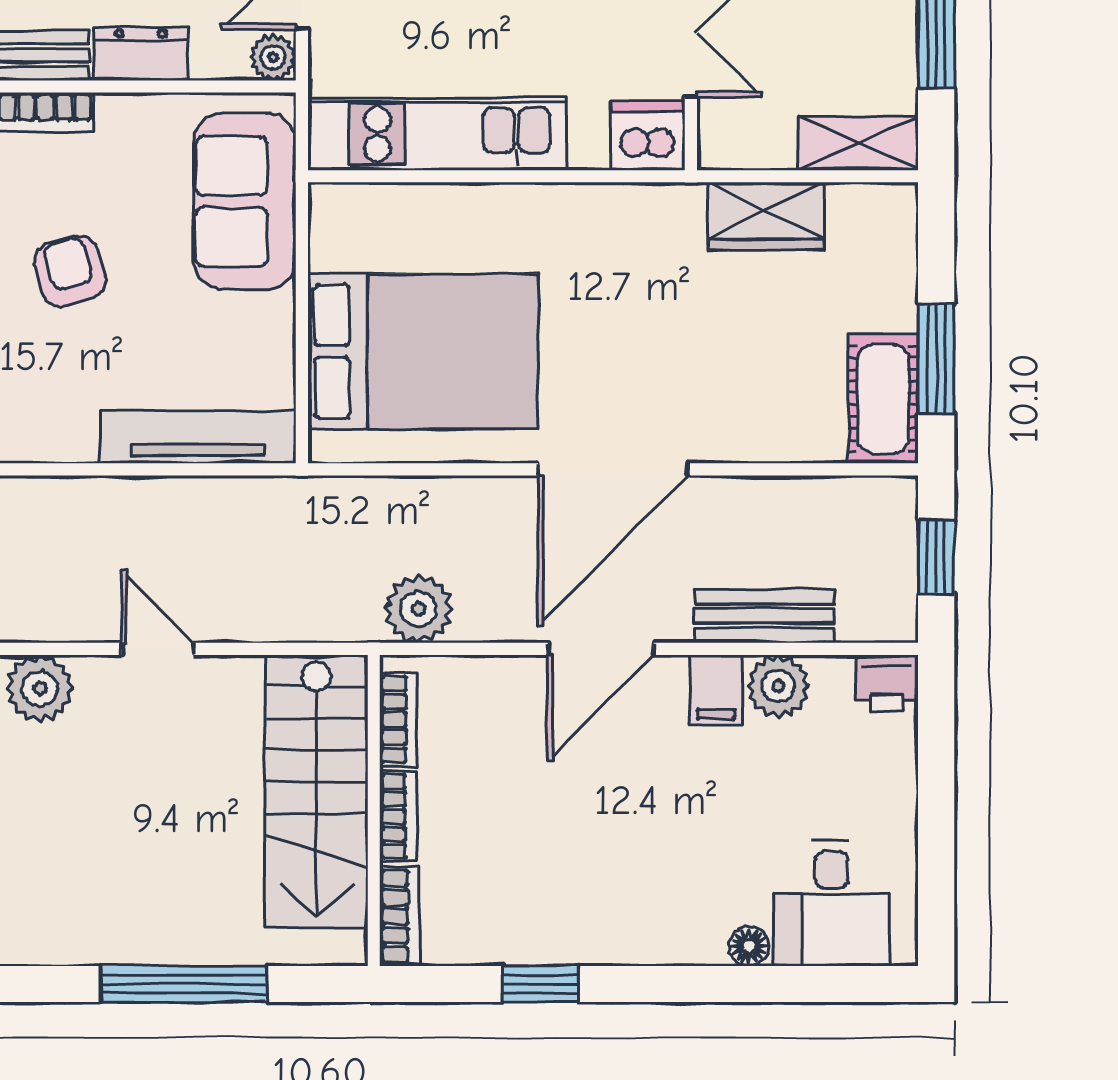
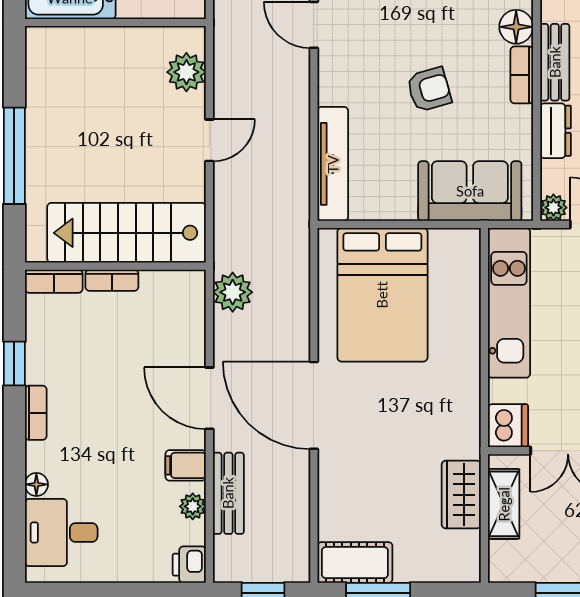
shelving: (858, 143) -> (504, 504), moved
plant: (778, 686) -> (193, 506), width x0.73, depth x0.73
bookcase: (398, 719) -> (36, 413), moved, turned -90

